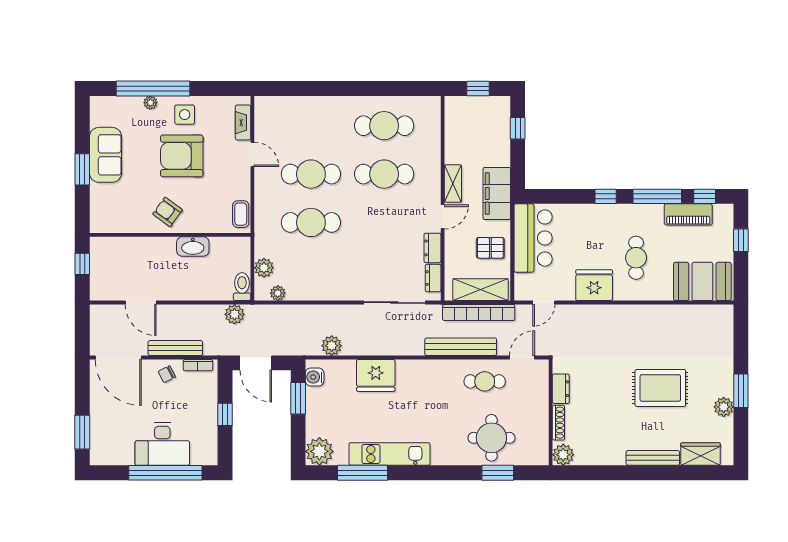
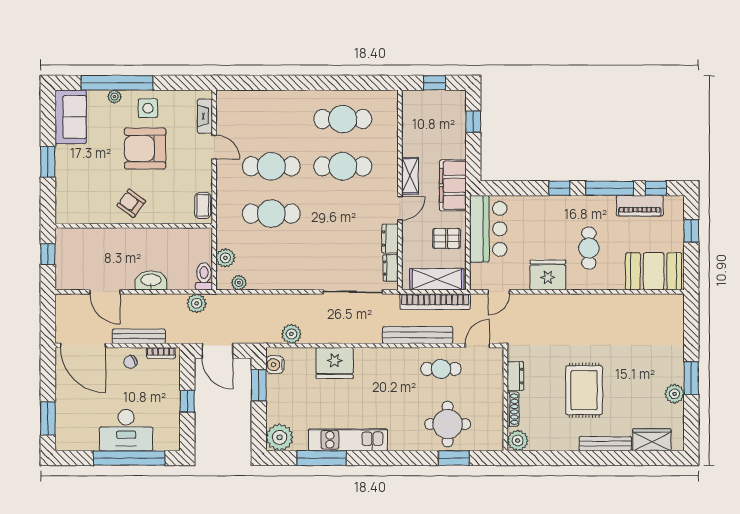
sofa: (105, 155) -> (71, 117), moved
washbasin: (193, 247) -> (151, 280), moved, turned 180
rug: (660, 388) -> (584, 390), moved, turned 90

